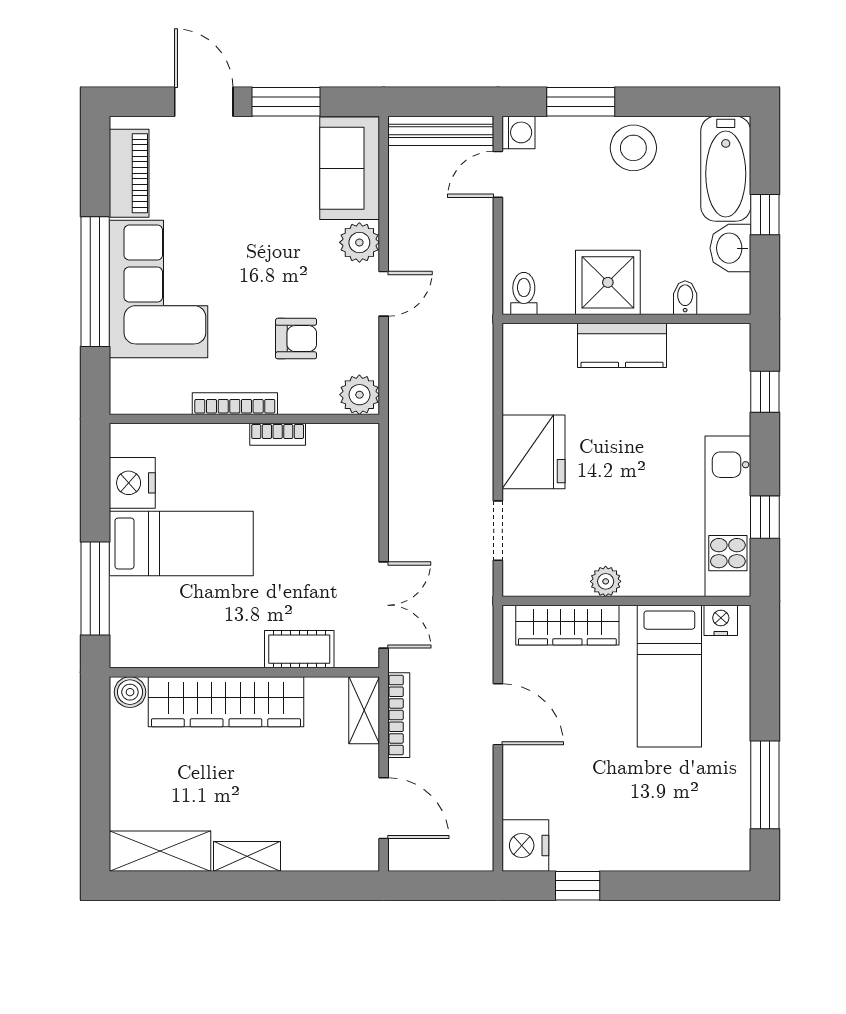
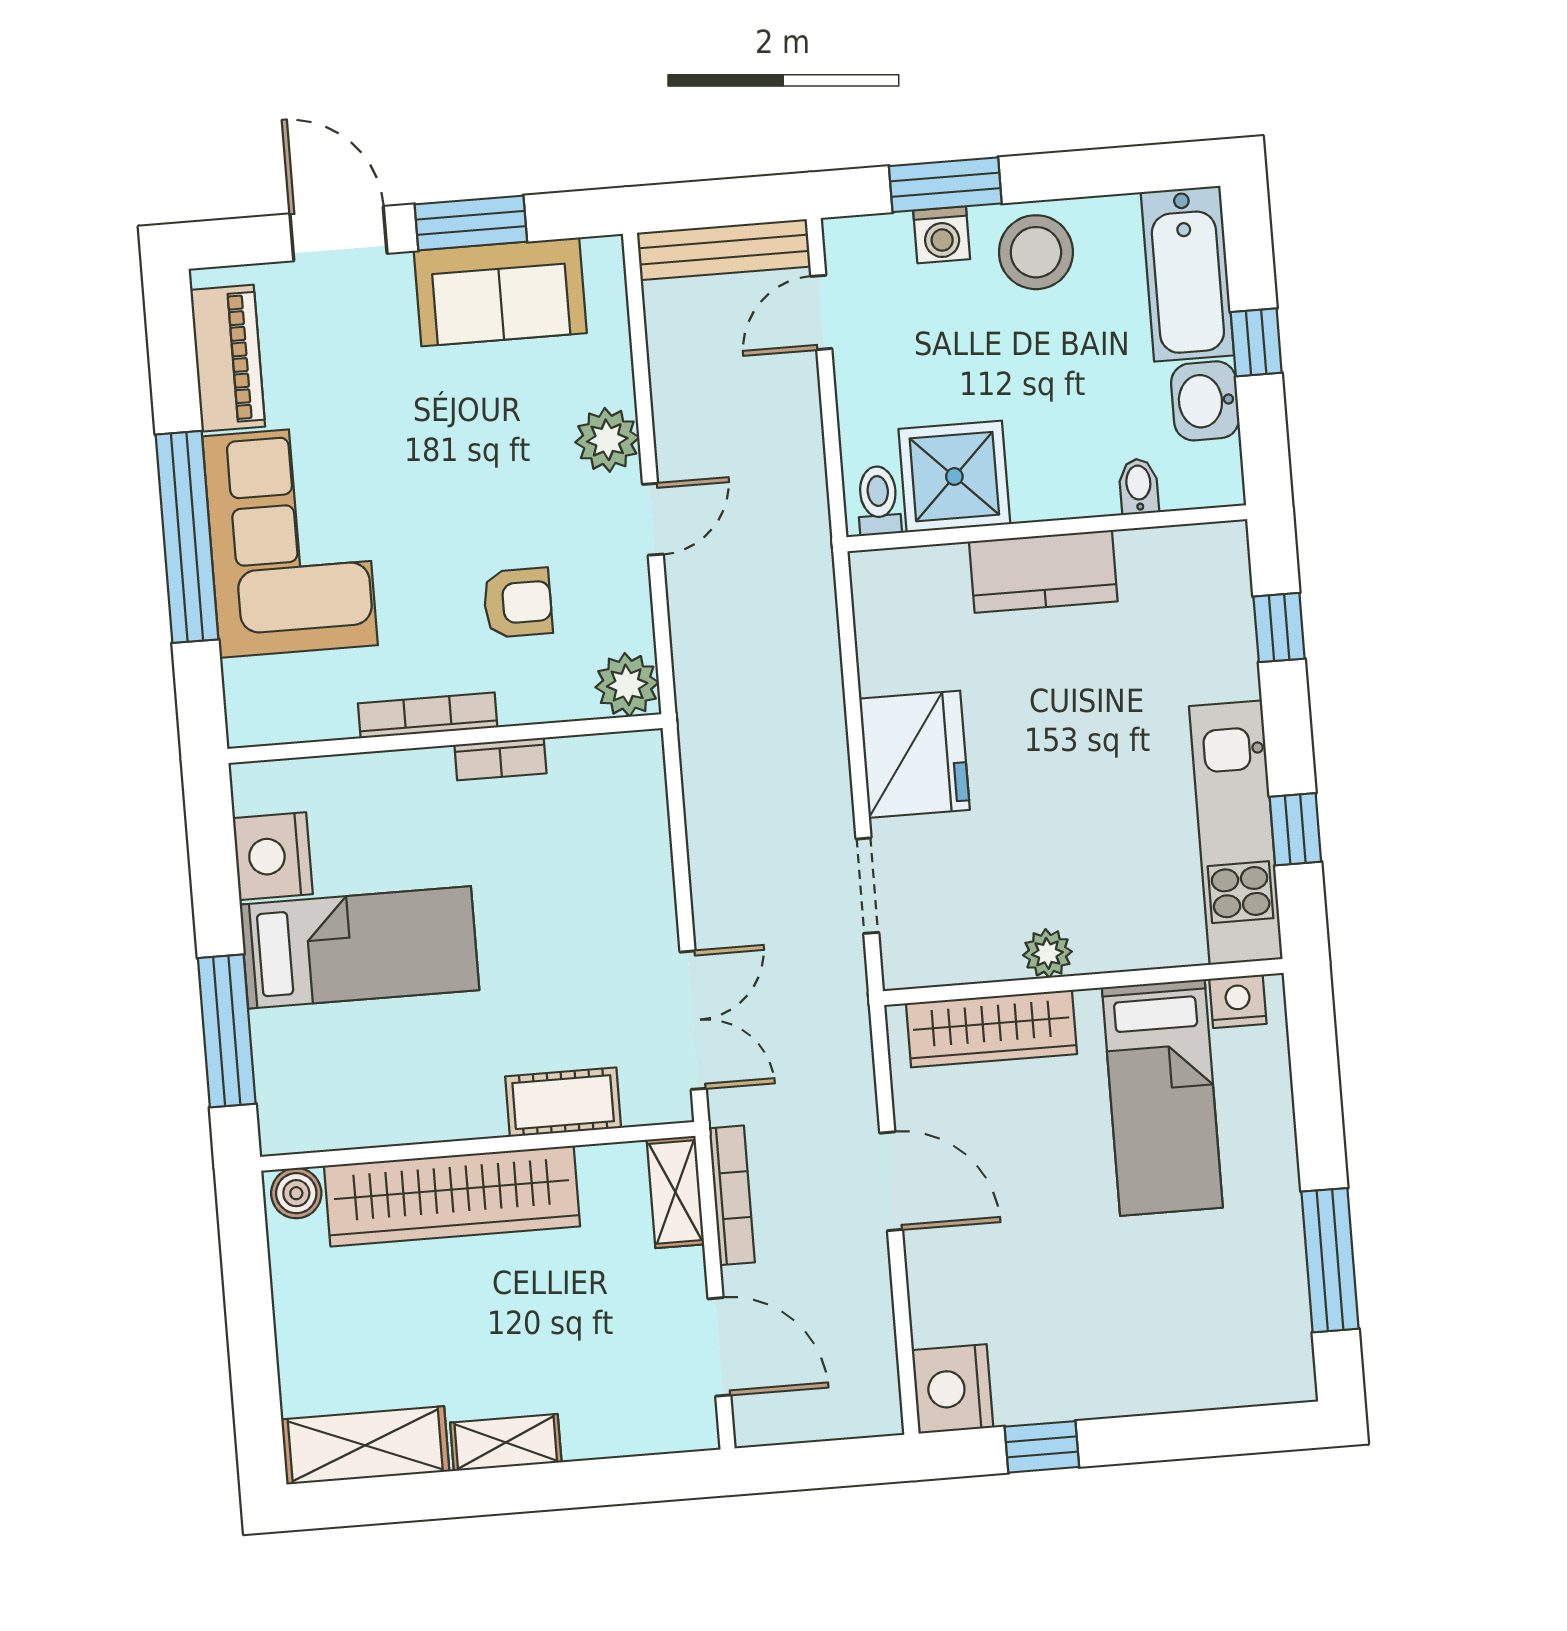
washing machine: (519, 132) -> (942, 235), moved, turned 90
sofa: (350, 168) -> (500, 292), moved, turned -90
shower: (608, 282) -> (954, 477), moved

